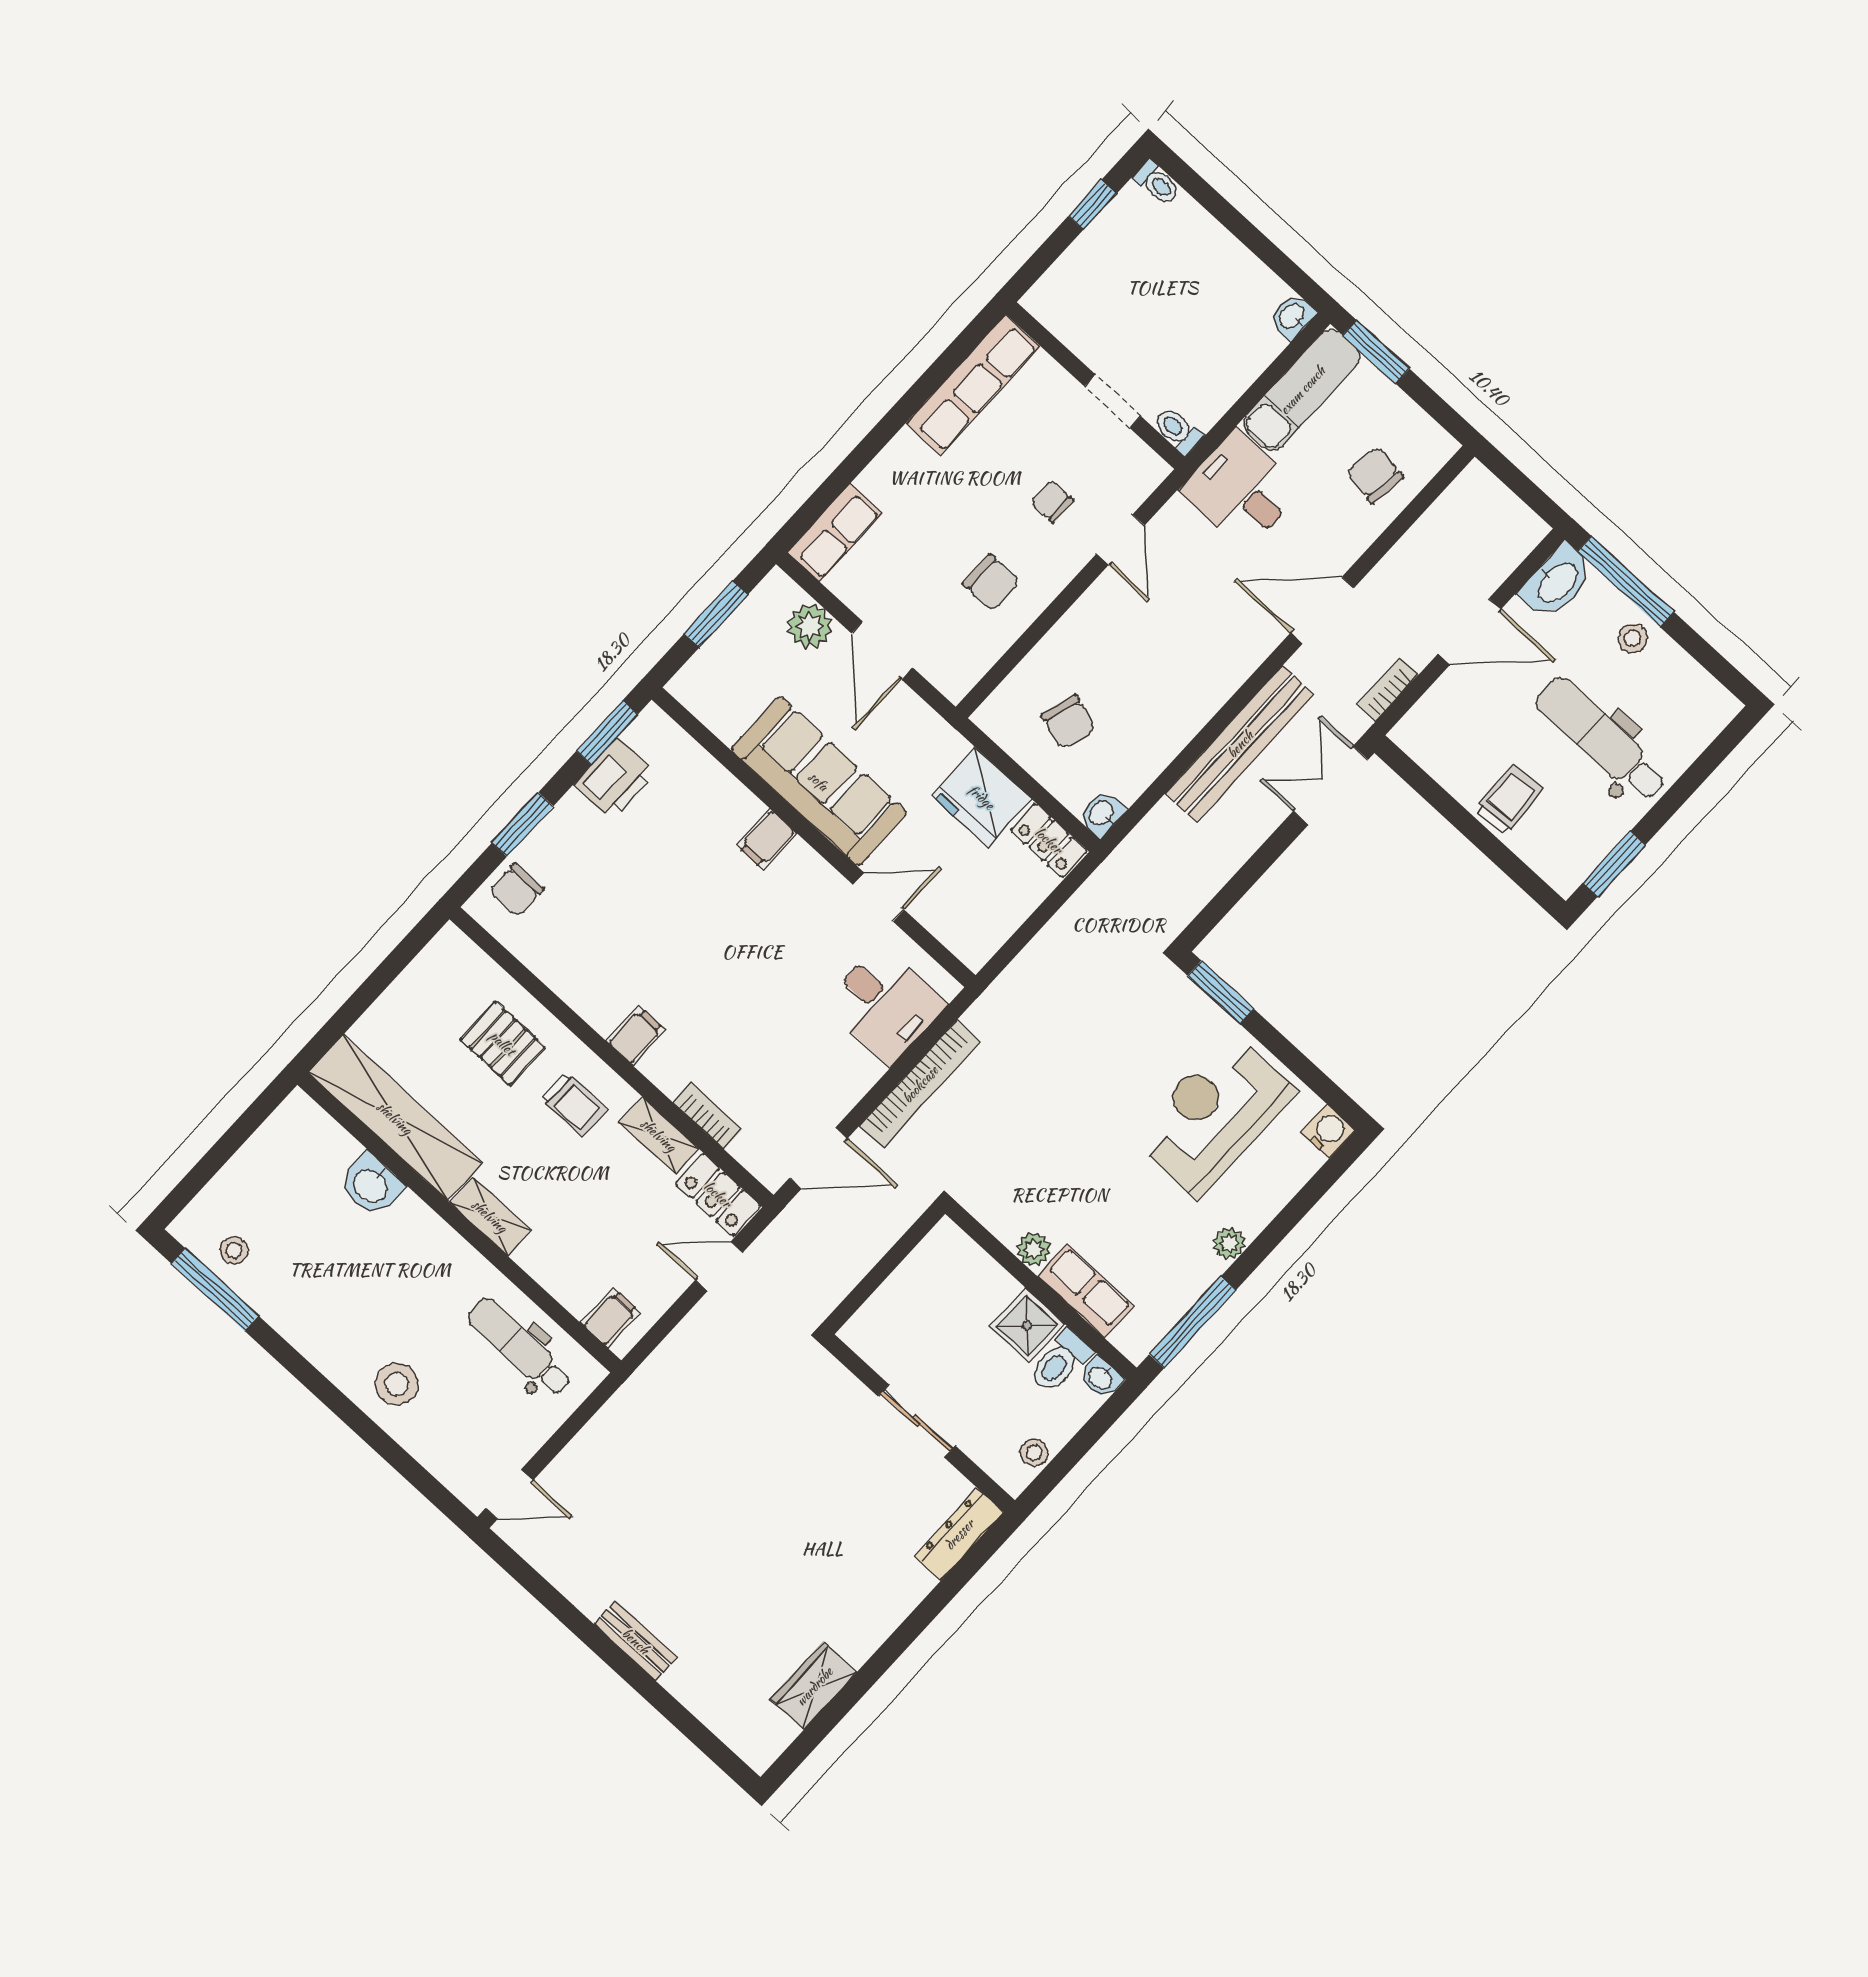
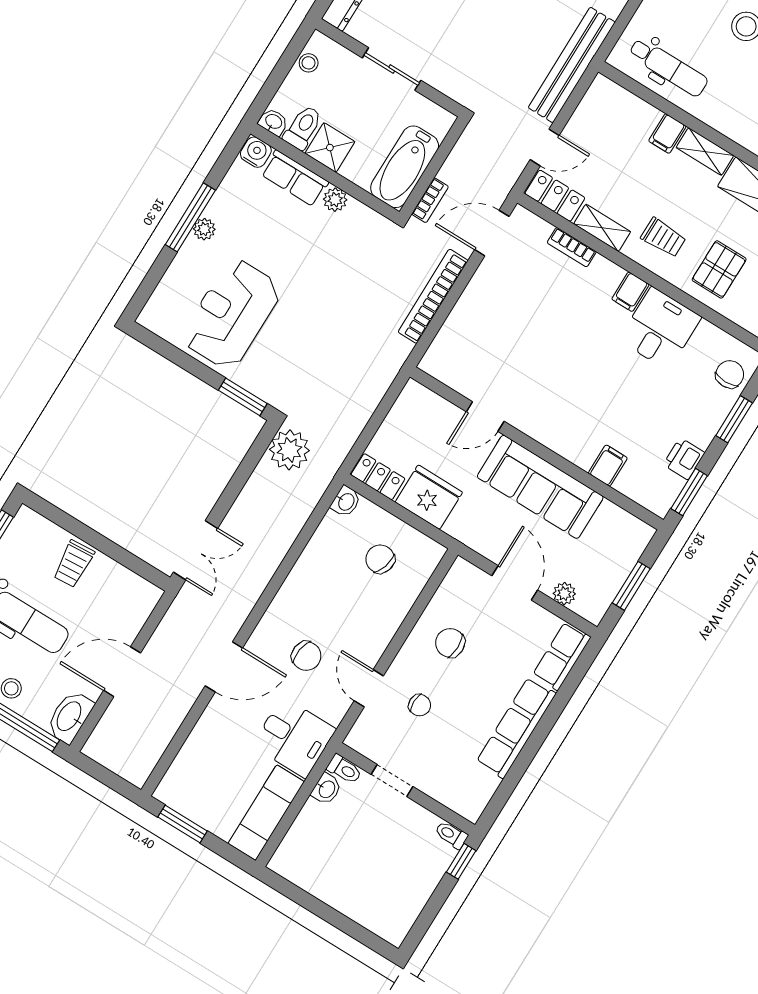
toilet: (1157, 183) -> (451, 835), moved
window: (1092, 205) -> (461, 861), moved
washbasin: (1292, 316) -> (326, 789), moved
window: (1376, 352) -> (183, 824), moved
row of seats: (973, 385) -> (516, 728), moved
chair: (1375, 475) -> (306, 656), moved
plant: (810, 626) -> (564, 594), width x0.73, depth x0.73
bookcase: (1387, 690) -> (430, 200), moved
bench: (1240, 744) -> (572, 65), moved
printer: (615, 779) -> (684, 459), width x0.73, depth x0.81
filing cabinet: (767, 839) -> (608, 466), moved
plant: (1168, 903) -> (289, 450), added
desk: (885, 1004) -> (660, 329), moved, turned 90
pallet: (503, 1043) -> (719, 269), turned 90
trolley: (574, 1104) -> (663, 238), turned 180
reception desk: (1214, 1114) -> (232, 314), turned 180
water cooler: (1328, 1131) -> (256, 152), moved, turned 180
bathtub: (925, 1277) -> (405, 167), added
filing cabinet: (611, 1318) -> (667, 134), moved
window: (1193, 1322) -> (190, 217), moved

